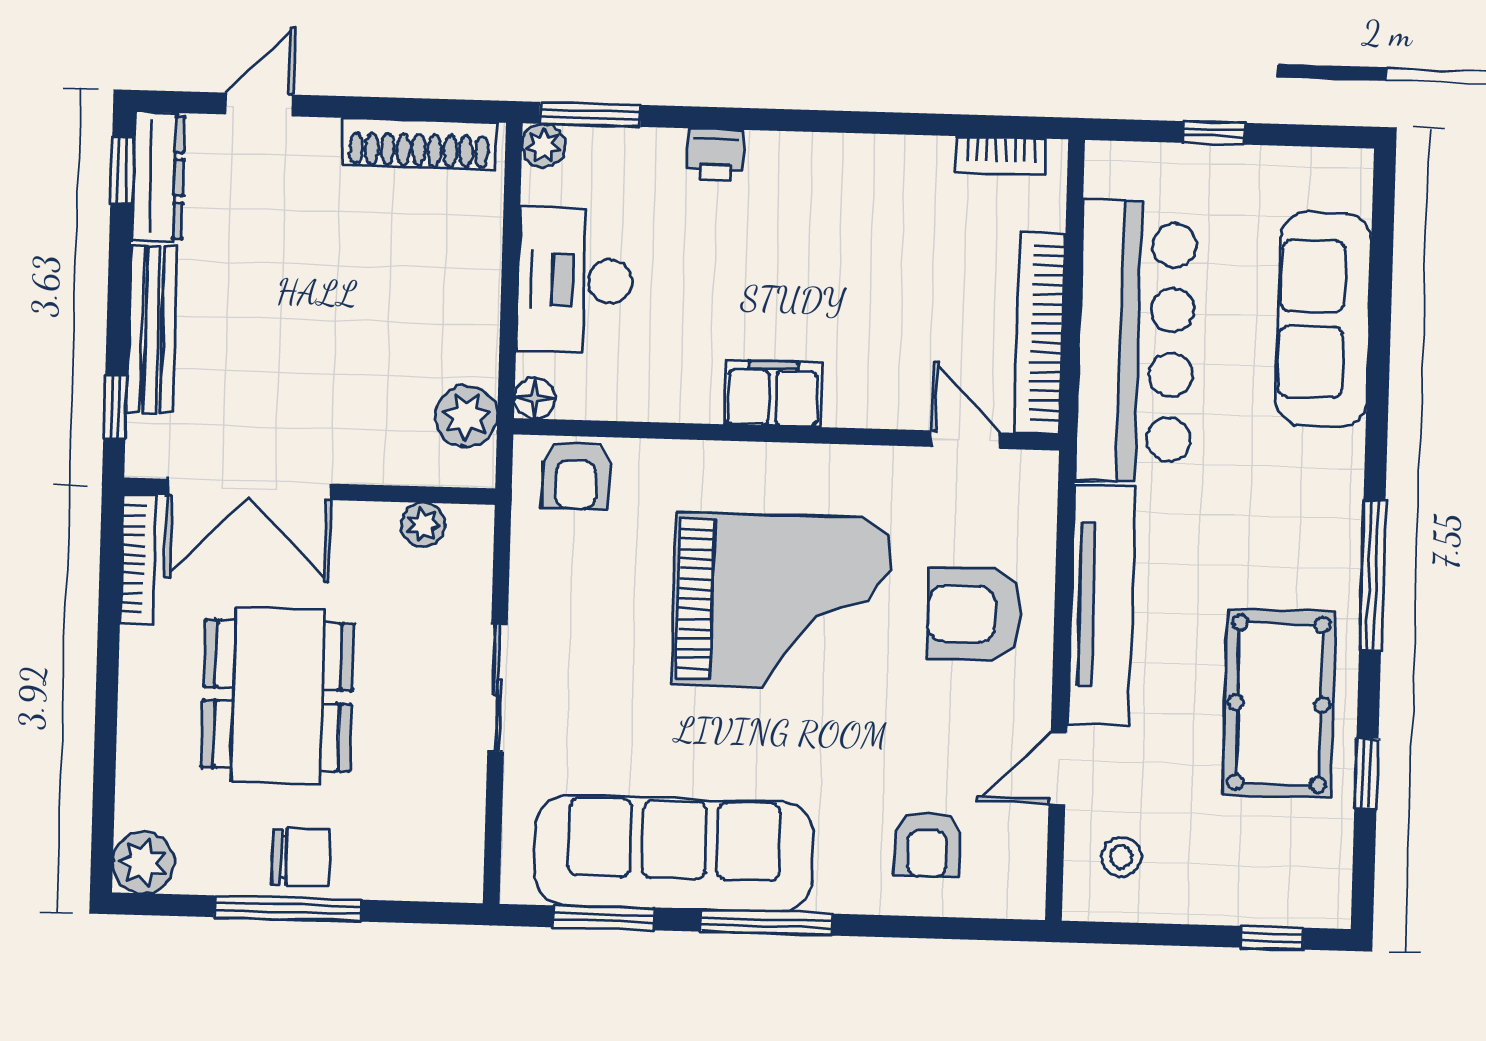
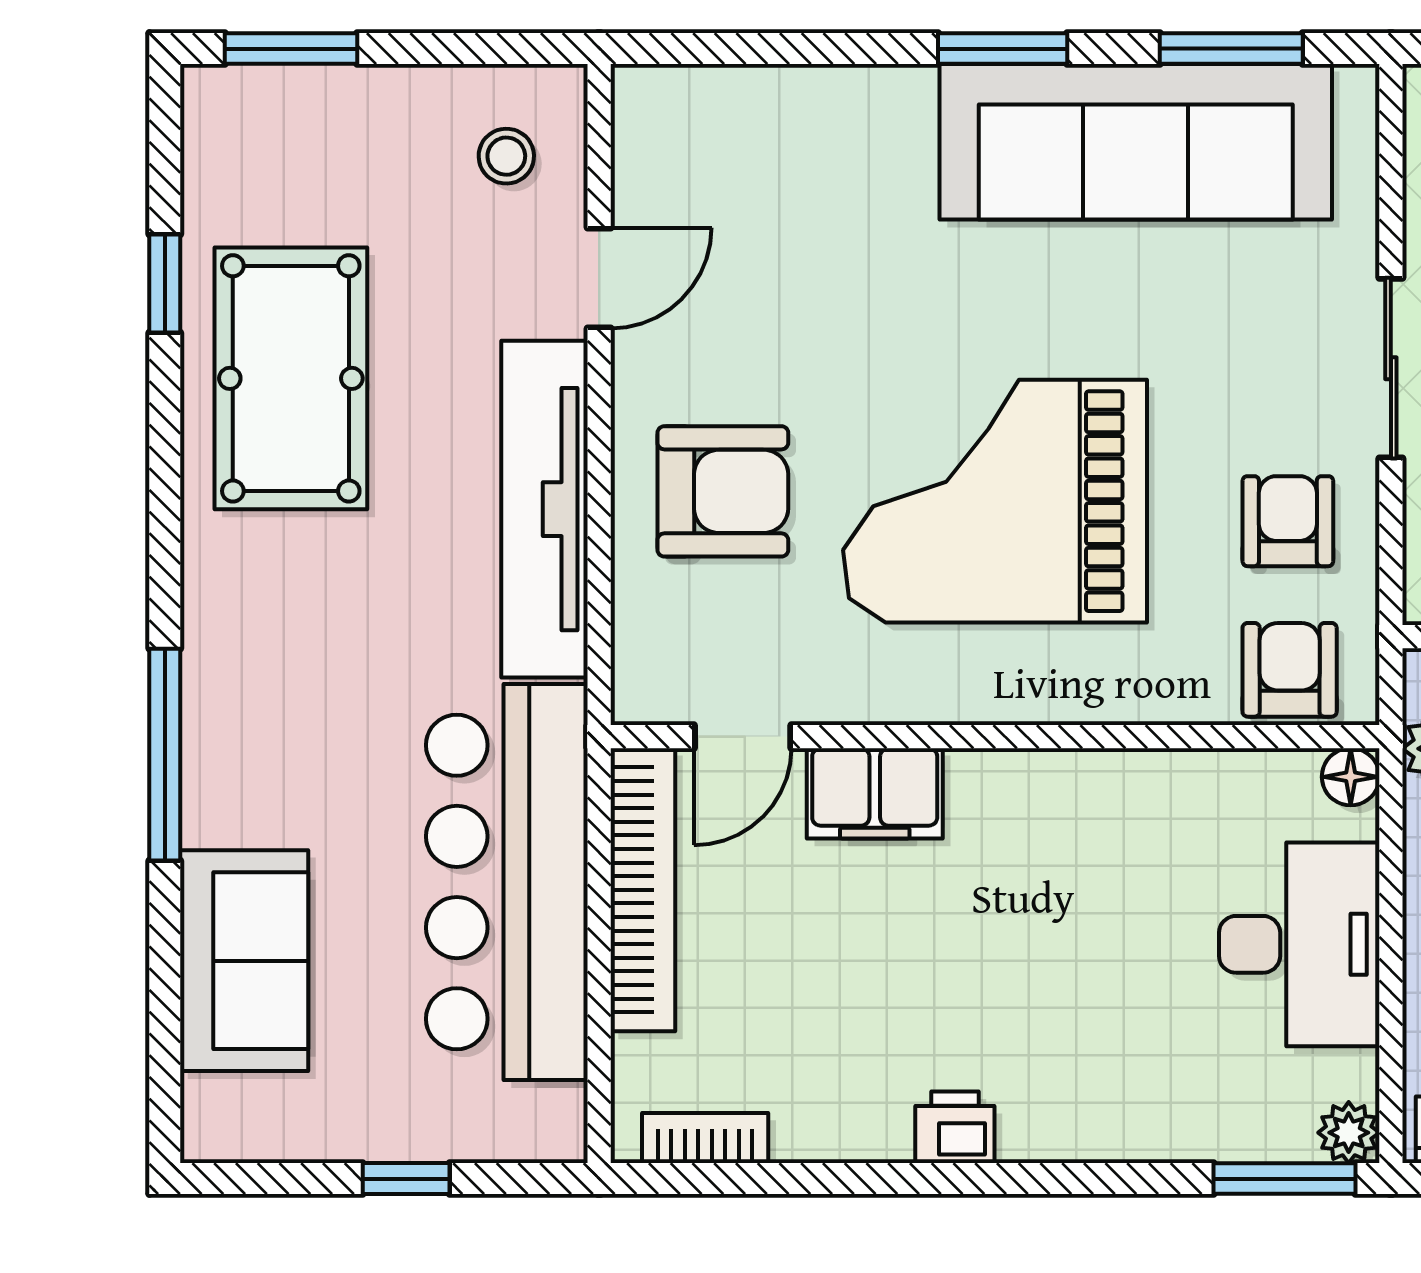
printer: (715, 154) -> (955, 1127), moved
sofa: (1324, 319) -> (244, 961), width x0.73
filing cabinet: (773, 394) -> (875, 793), moved
door: (966, 440) -> (743, 737), hinge flipped
window: (1372, 575) -> (165, 755), moved
armchair: (927, 845) -> (1288, 521), moved
window: (767, 923) -> (1003, 49), width x0.69
window: (1272, 938) -> (291, 49), width x1.50

